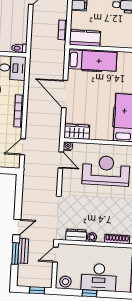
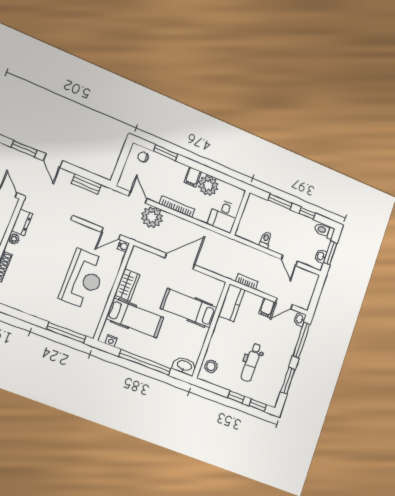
toilet: (19, 48) -> (266, 240), moved
hospital bed: (92, 61) -> (189, 308), moved, turned 90
plant: (35, 130) -> (152, 217), added
wardrobe: (77, 132) -> (127, 285), moved
bench: (23, 251) -> (86, 184), moved

